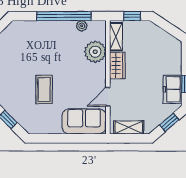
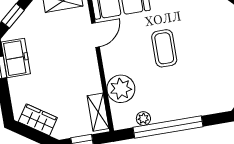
wardrobe: (117, 65) -> (38, 120), moved, turned 124
coffee table: (44, 89) -> (164, 48), moved

